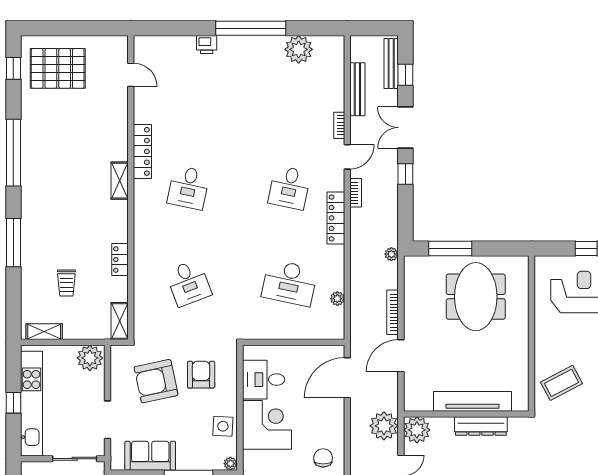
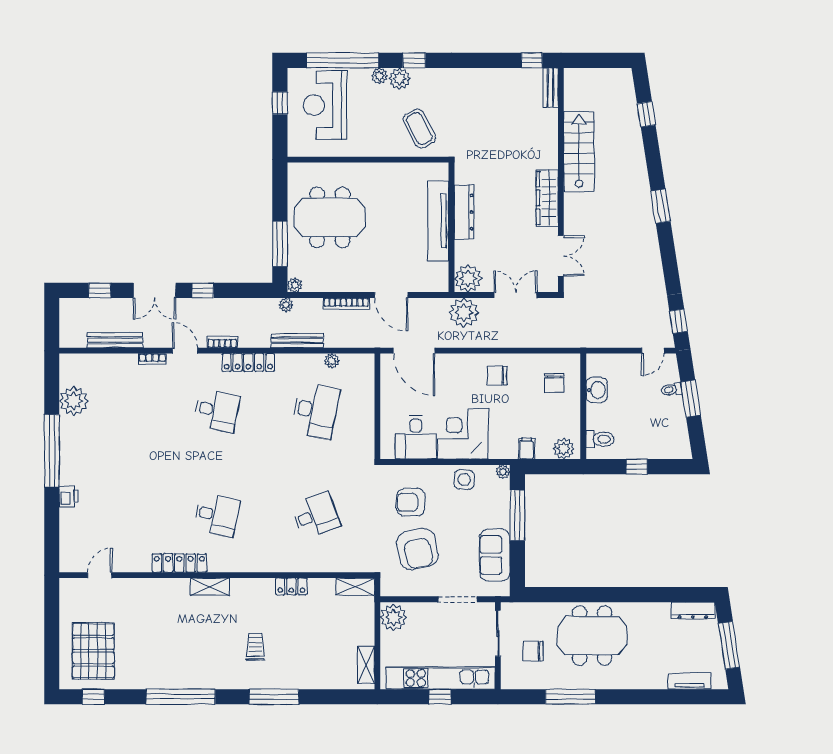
bench: (391, 64) -> (297, 341), moved
plant: (411, 263) -> (295, 285), added
trolley: (66, 283) -> (255, 647), moved, turned -90

